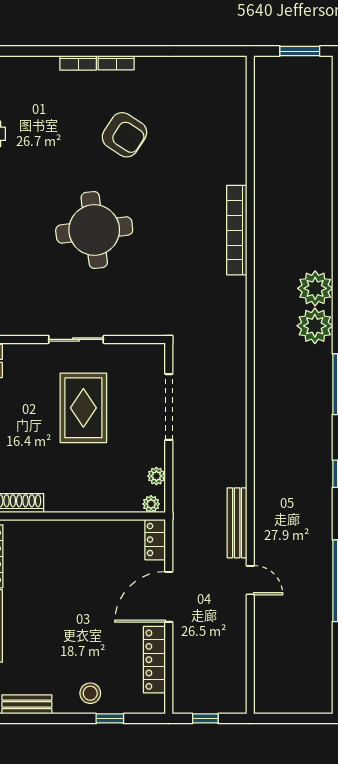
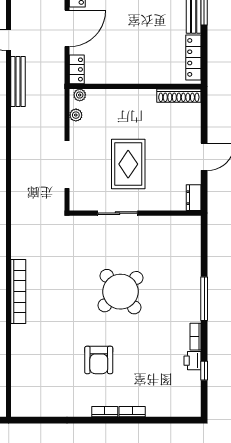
armchair: (124, 135) -> (99, 360), turned -123
round table: (94, 230) -> (120, 292), turned -34
sliding door: (76, 339) -> (118, 213), moved

